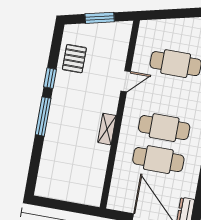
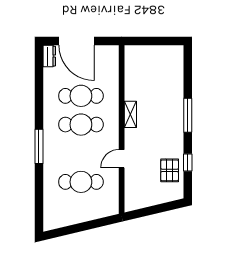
window: (100, 18) -> (154, 210), removed
window: (50, 78) -> (188, 162), moved

